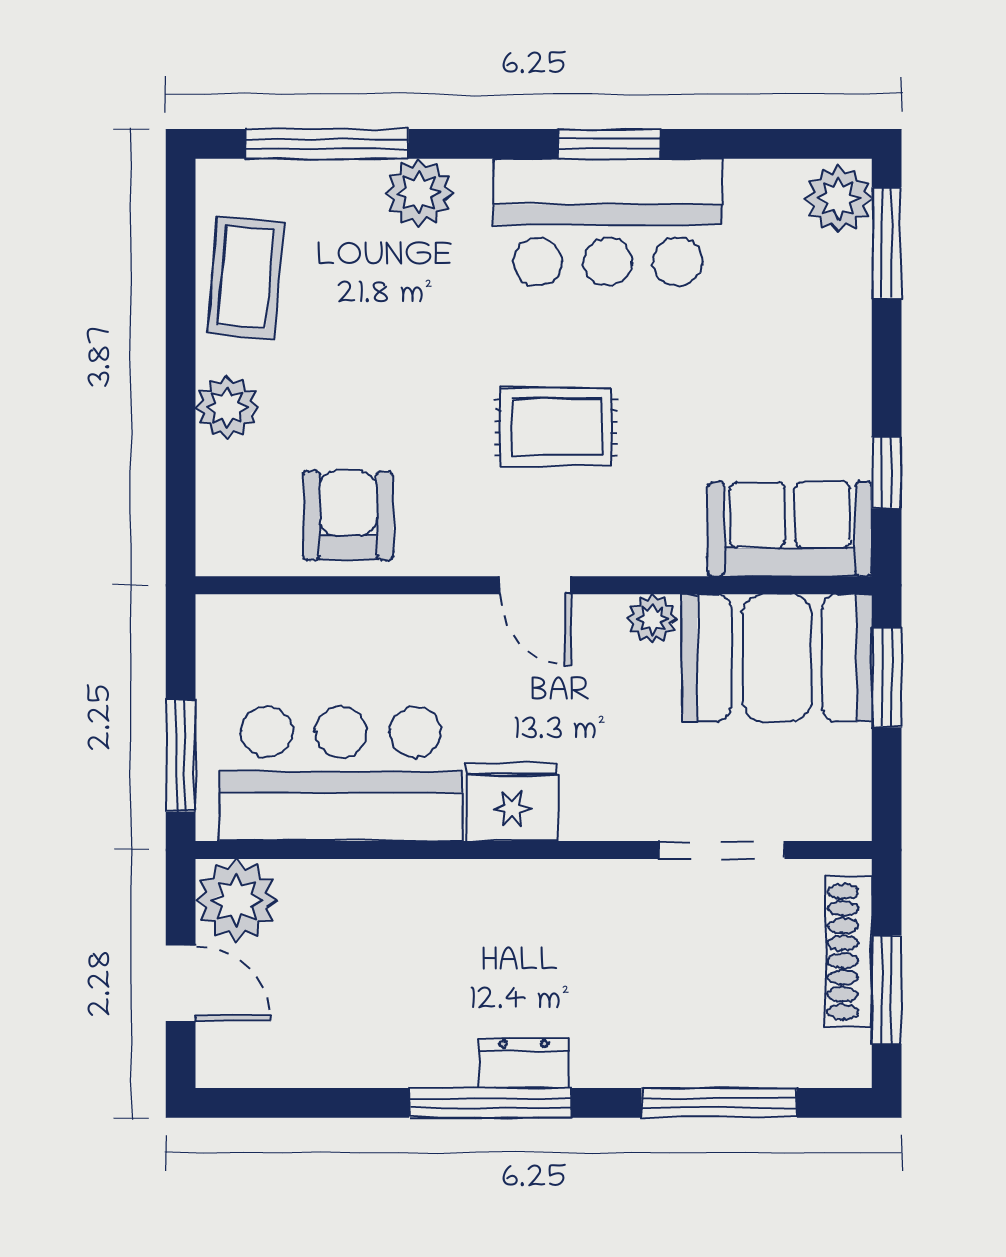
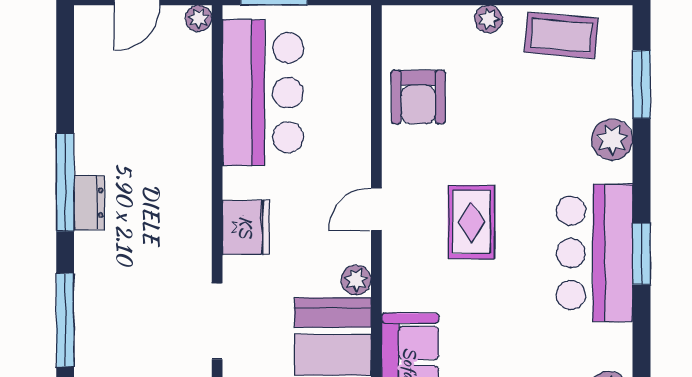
window: (327, 144) -> (642, 84), width x0.69
plant: (227, 407) -> (488, 19), width x0.73, depth x0.73
armchair: (348, 516) -> (418, 97), turned 90
fridge: (512, 802) -> (246, 227), moved
plant: (237, 900) -> (199, 18), width x0.53, depth x0.53

